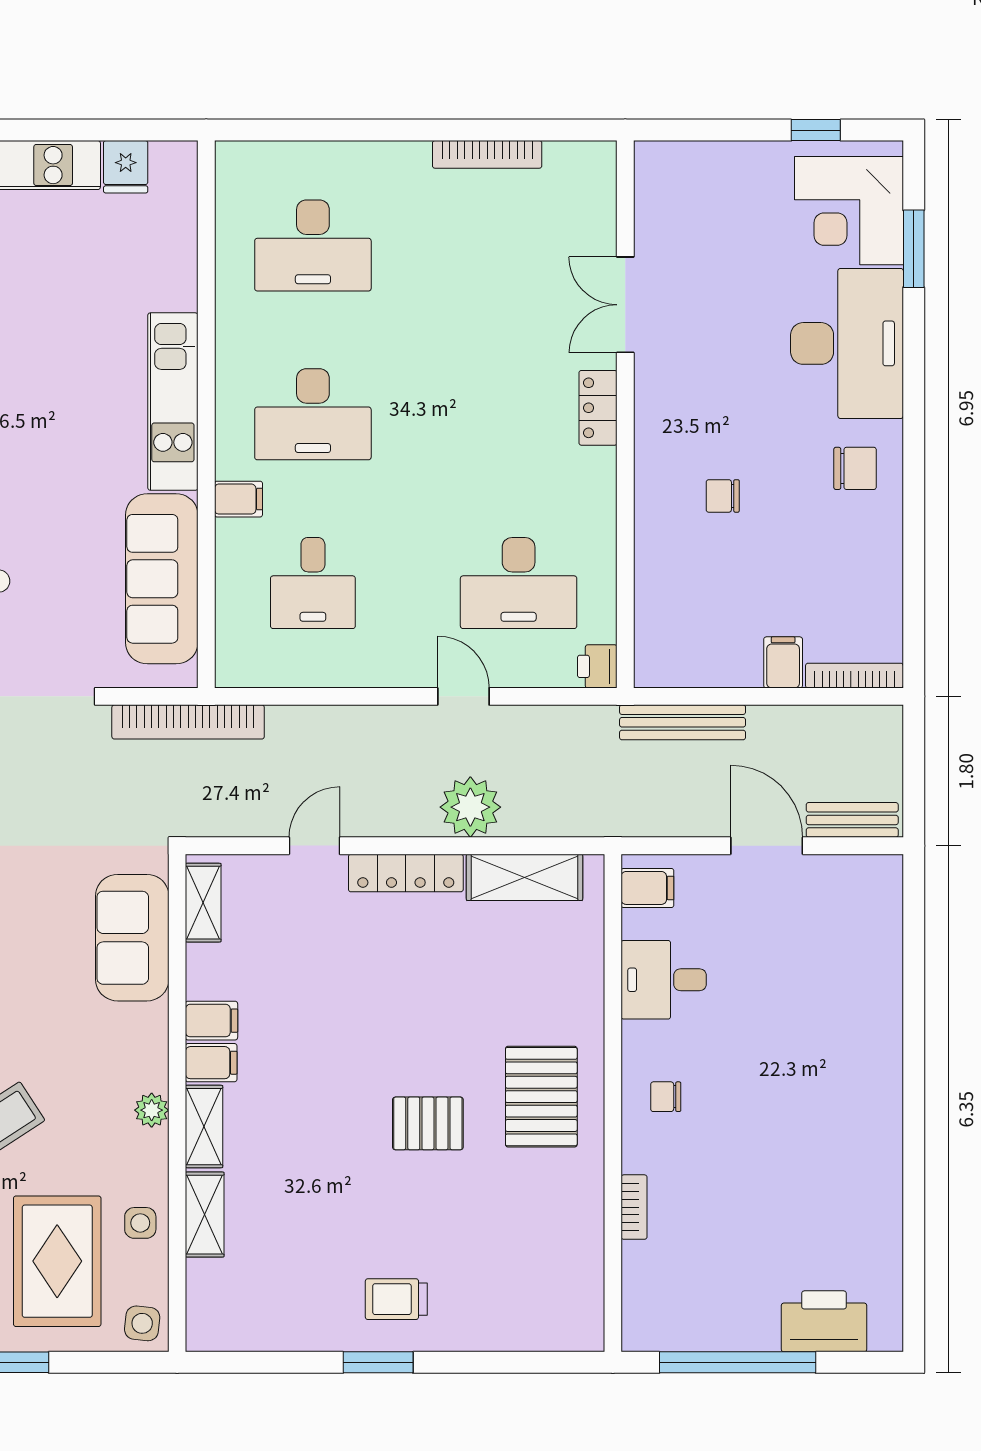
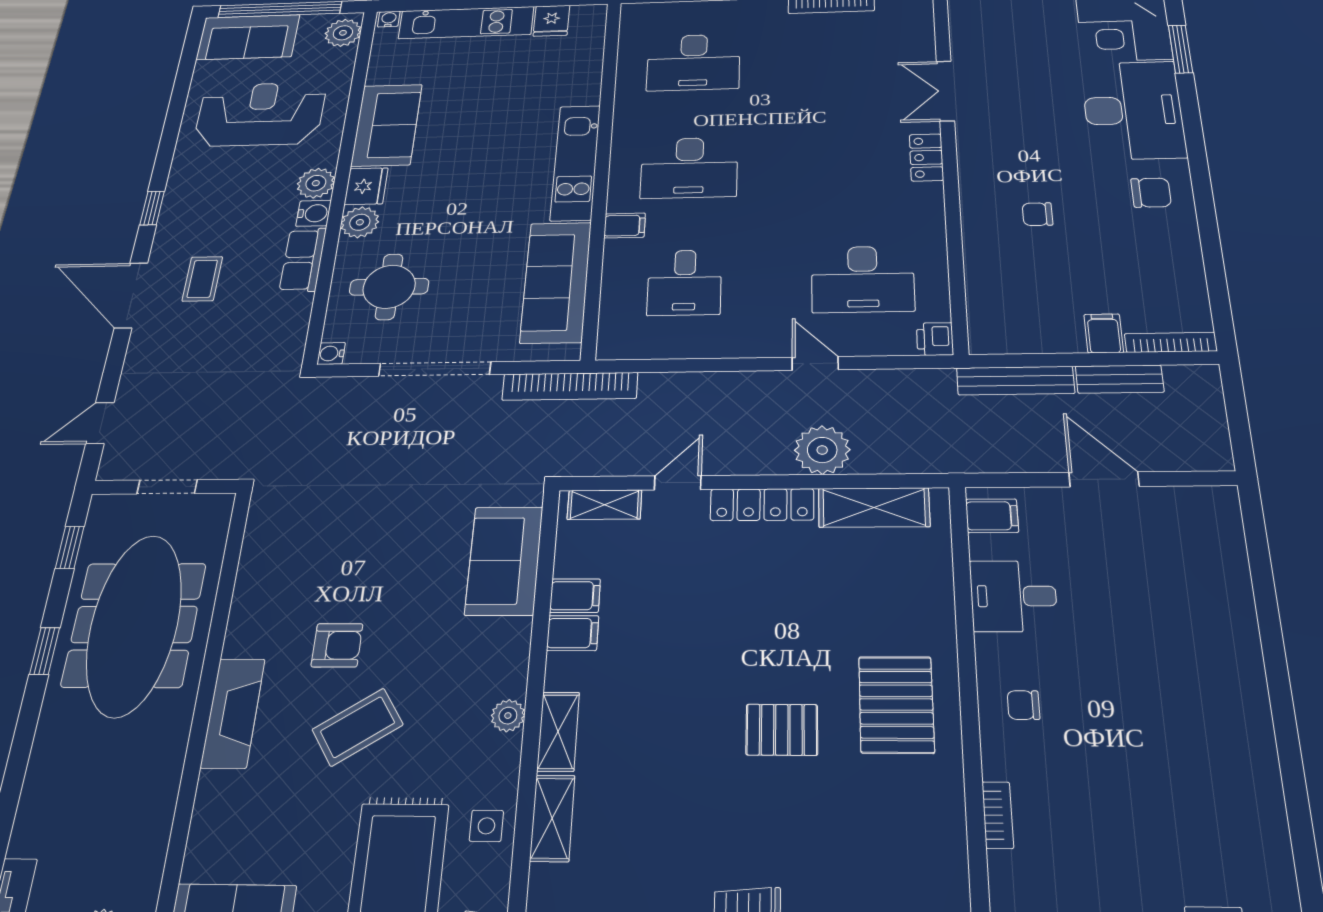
bench: (852, 820) -> (1120, 379), moved
shelving: (203, 903) -> (604, 505), moved, turned 90
filing cabinet: (211, 1063) -> (575, 596), moved

